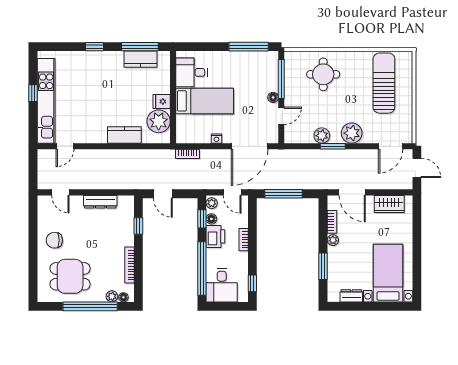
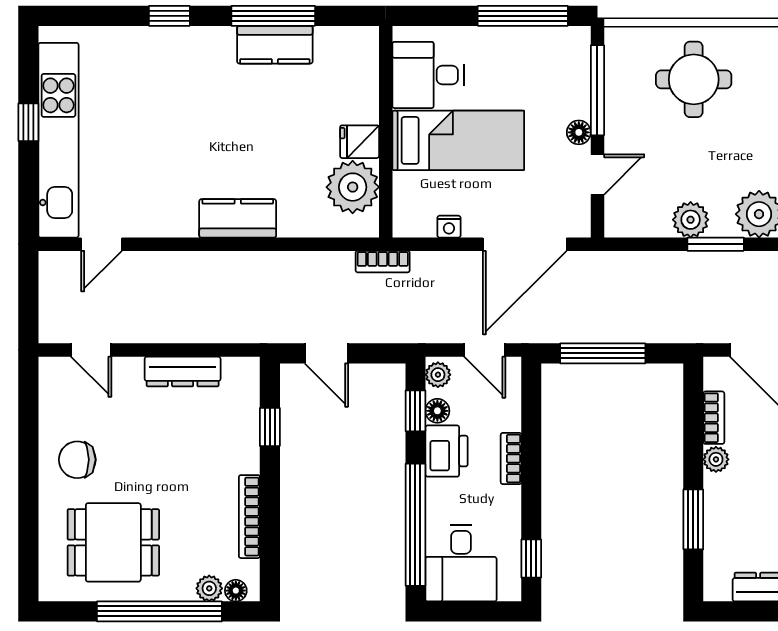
desk: (191, 72) -> (428, 75), moved
wall: (173, 97) -> (386, 132), moved
fridge: (162, 101) -> (360, 142), moved
bed: (205, 101) -> (458, 140), moved
plant: (159, 121) -> (353, 187), moved

